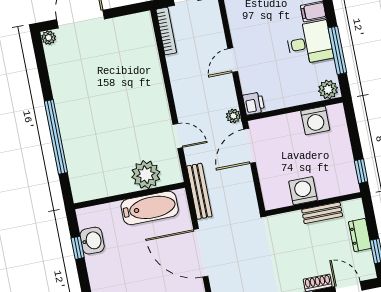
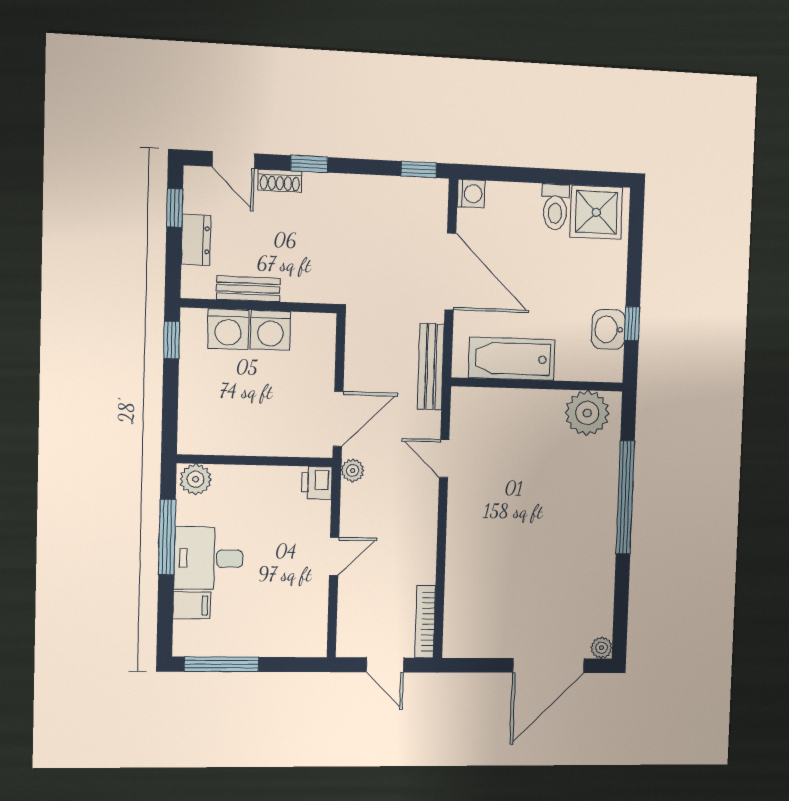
washing machine: (315, 120) -> (228, 329), moved, turned 180
plant: (146, 175) -> (587, 413), moved

